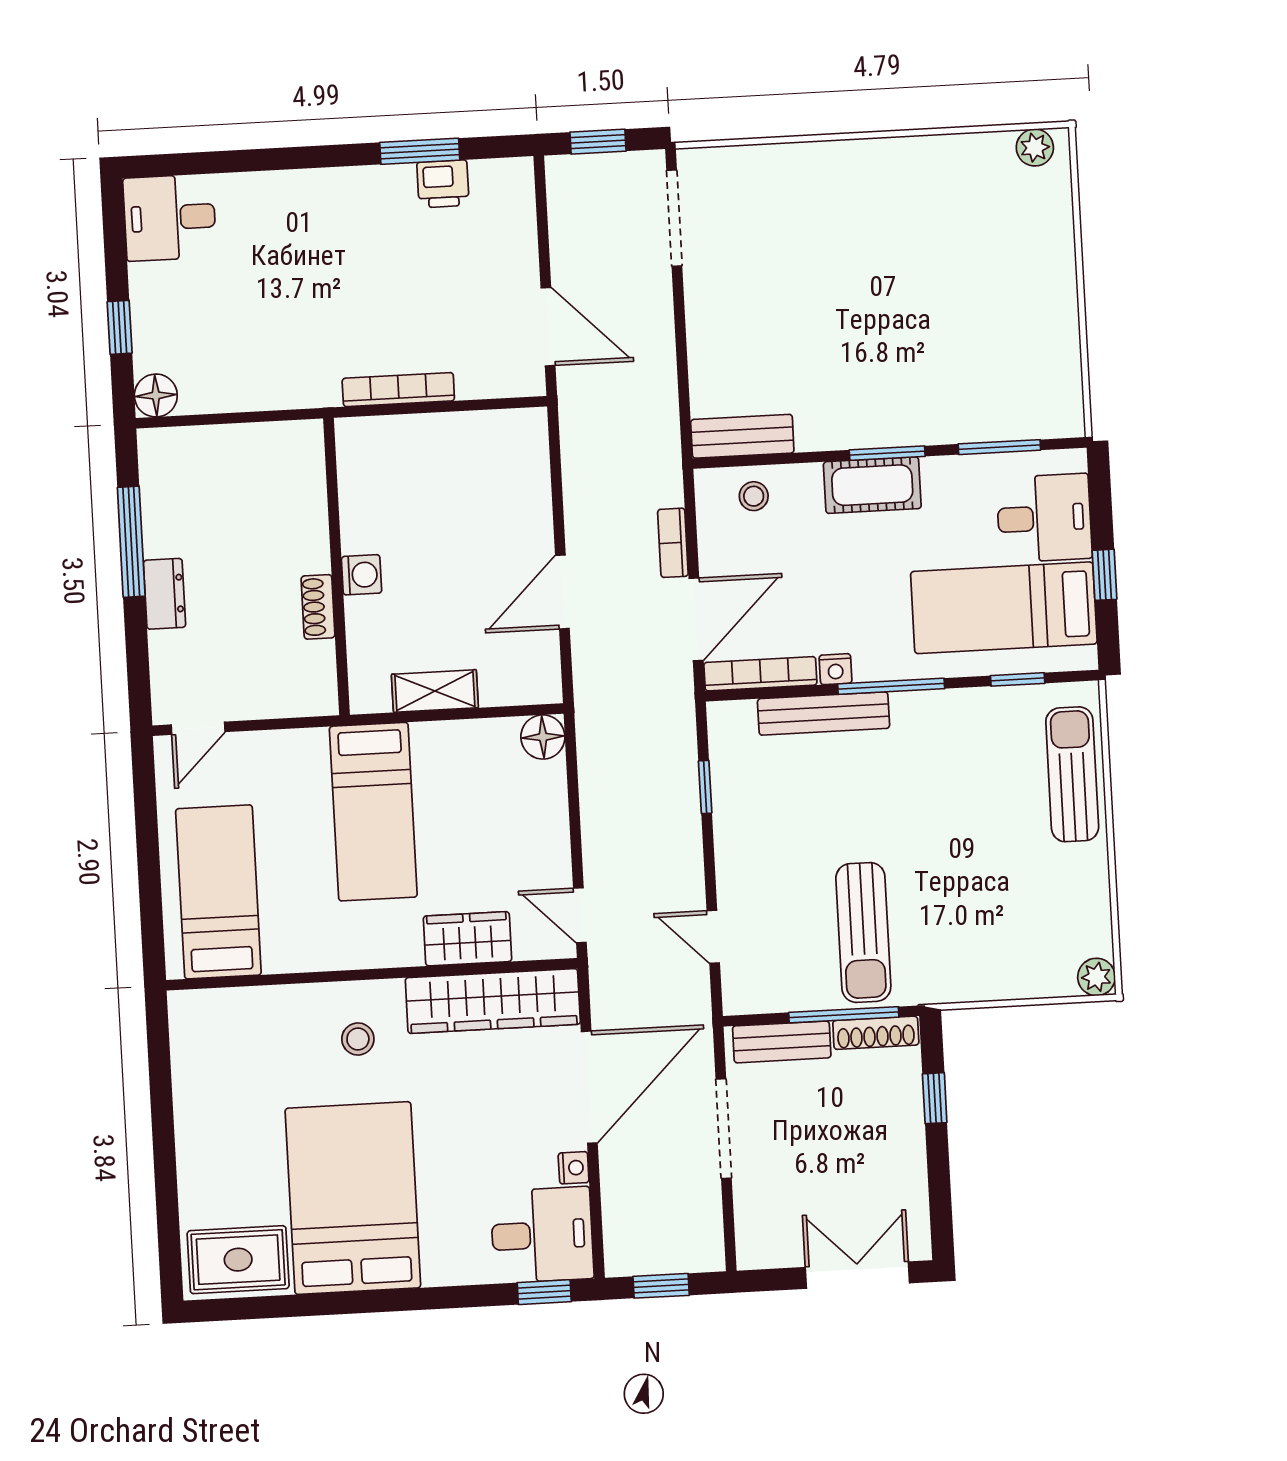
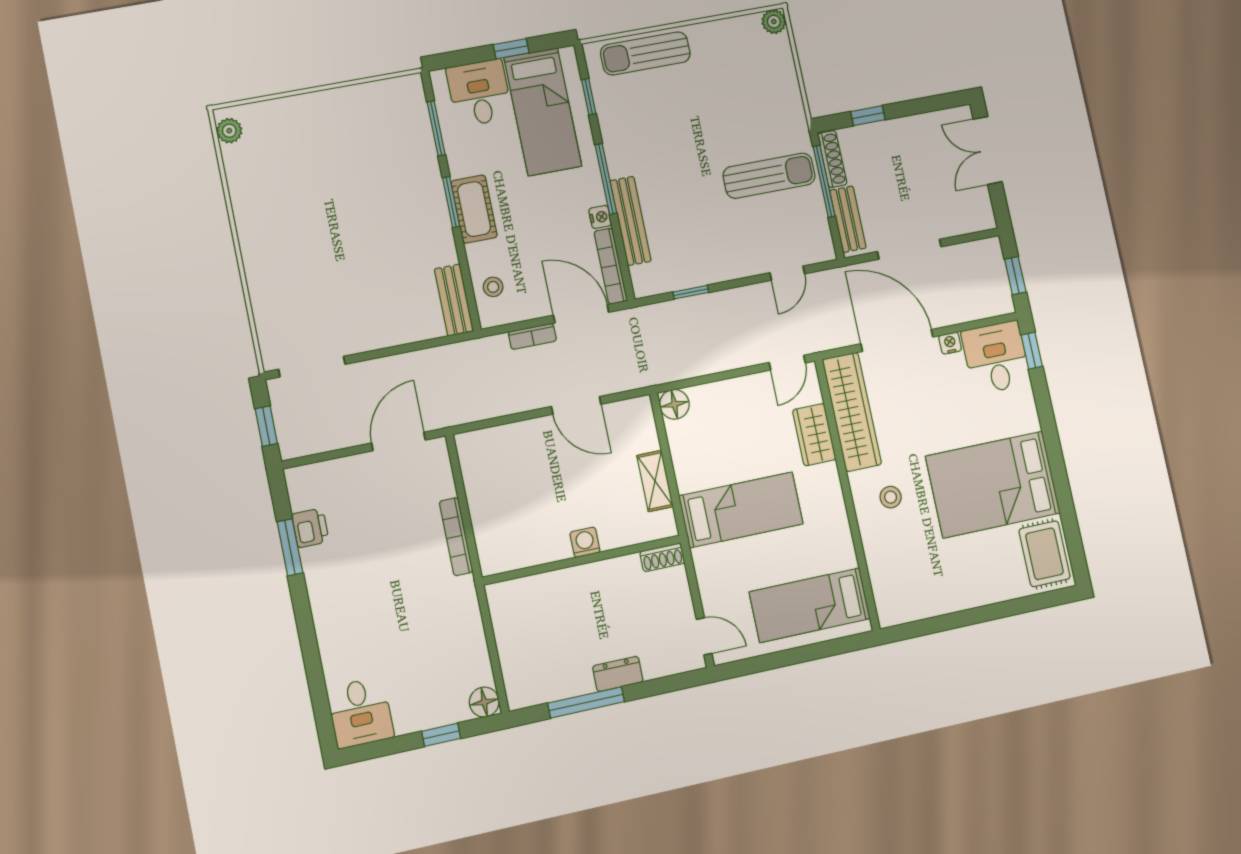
shoe rack: (318, 607) -> (662, 557), moved

